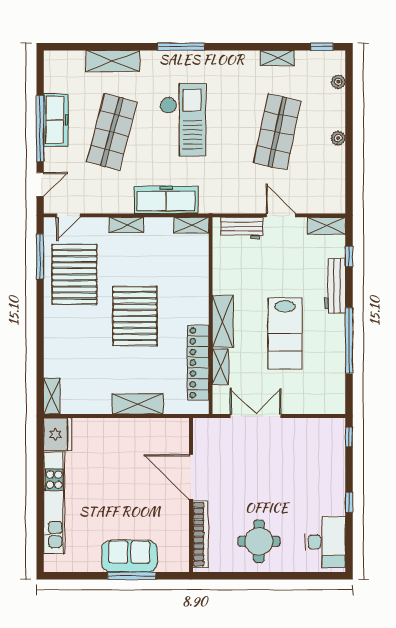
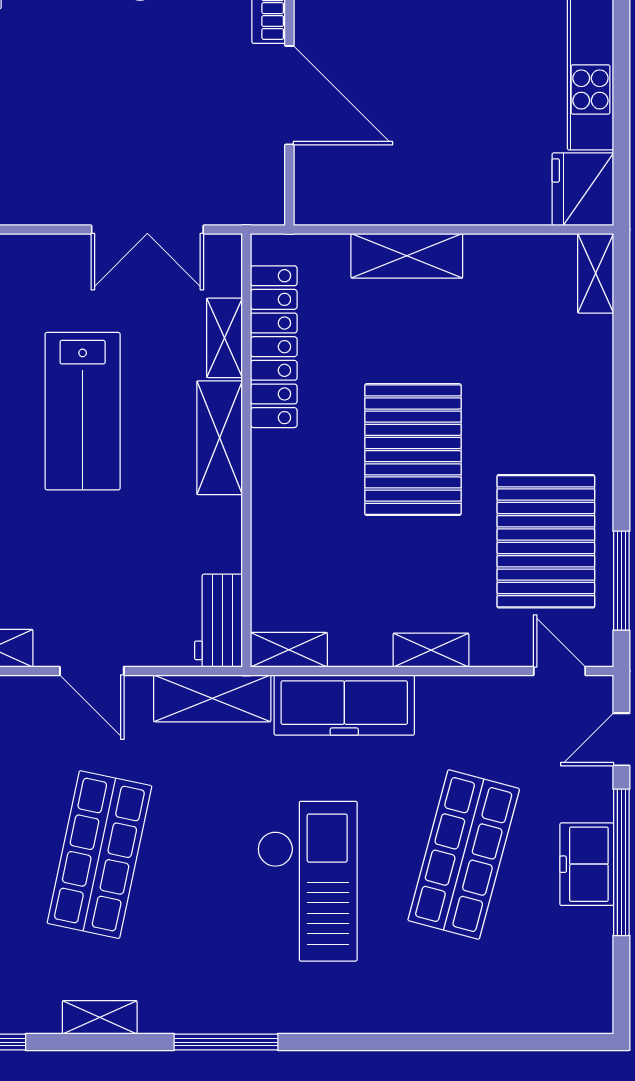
window: (181, 47) -> (226, 1042), moved
shelving: (113, 61) -> (212, 698), moved
freezer: (56, 120) -> (587, 864), width x0.71
checkout: (183, 120) -> (307, 881), turned 180
door: (68, 215) -> (560, 671), hinge flipped
workbench: (242, 228) -> (219, 621), moved, turned -90
lab bench: (285, 333) -> (83, 411), turned 180

